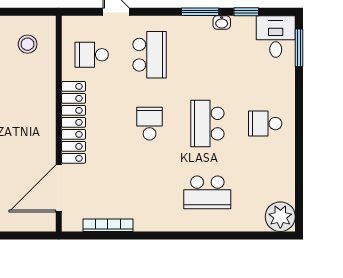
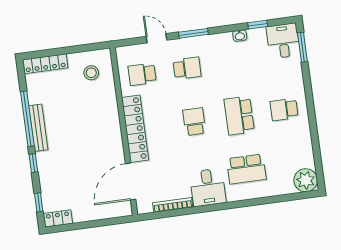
window: (200, 12) -> (193, 33), moved
school desk: (149, 55) -> (187, 68), width x0.54
desk: (155, 209) -> (208, 187), added

